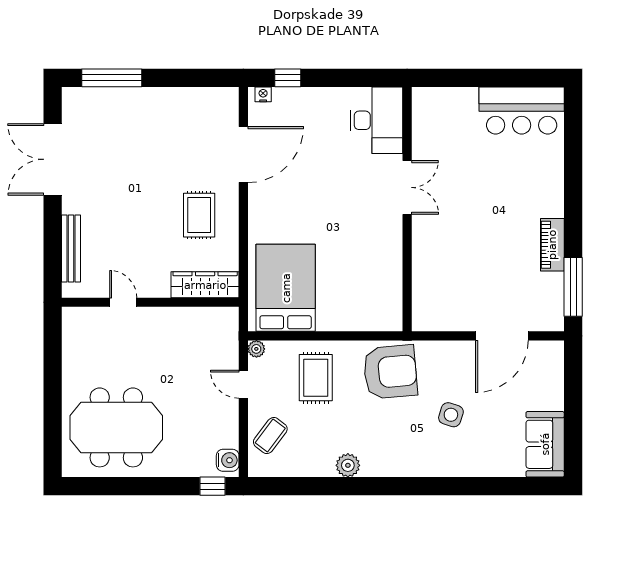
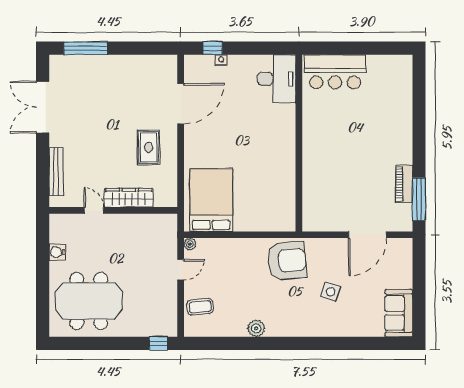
nightstand: (263, 94) -> (221, 60), moved
bar counter: (522, 111) -> (335, 72), moved
double door: (407, 187) -> (299, 127), removed
piano: (552, 245) -> (404, 184), moved
wardrobe: (205, 285) -> (129, 198), moved
rug: (316, 378) -> (233, 265), removed
door: (243, 384) -> (181, 270), swing flipped
coffee table: (270, 435) -> (200, 307), turned 47
water cooler: (228, 460) -> (57, 252), moved, turned 180

